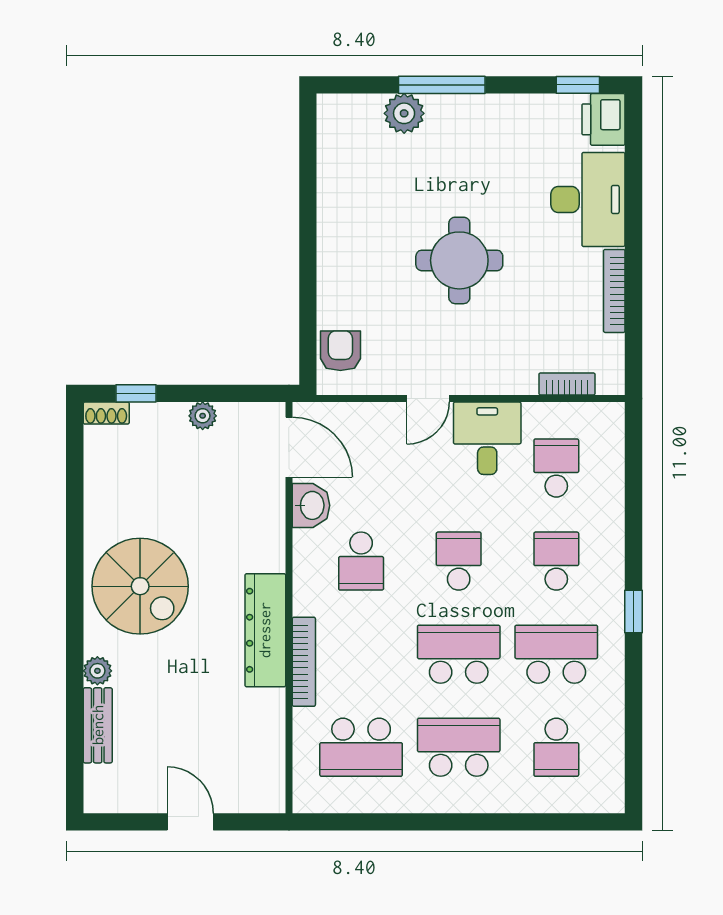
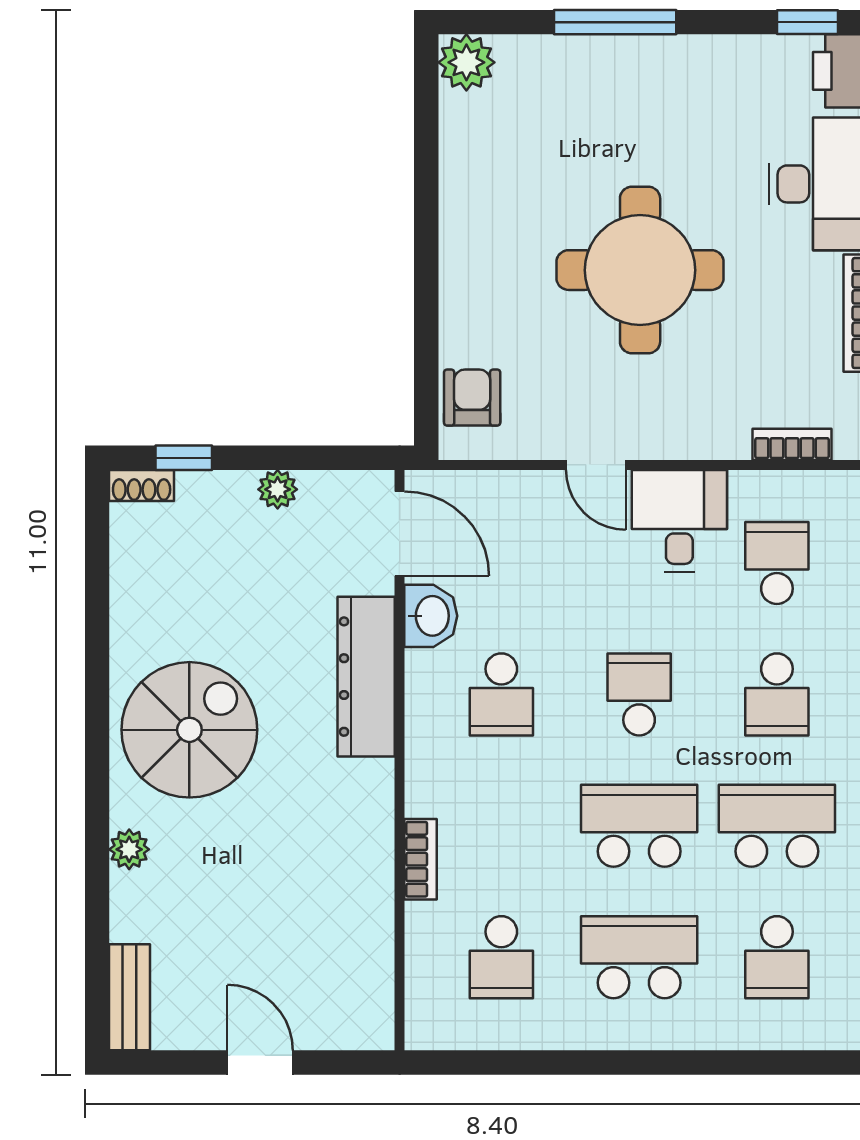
plant: (404, 113) -> (466, 62), moved
round table: (459, 260) -> (640, 270), width x1.36, depth x1.36
door: (428, 399) -> (596, 465), hinge flipped
school desk: (556, 561) -> (777, 694), turned 180
spiral stairs: (140, 586) -> (189, 730), turned -90
dresser: (265, 630) -> (366, 677), moved
bookcase: (304, 662) -> (421, 859), width x0.64
bench: (98, 725) -> (130, 997), moved
school desk: (361, 747) -> (501, 957), width x0.54

